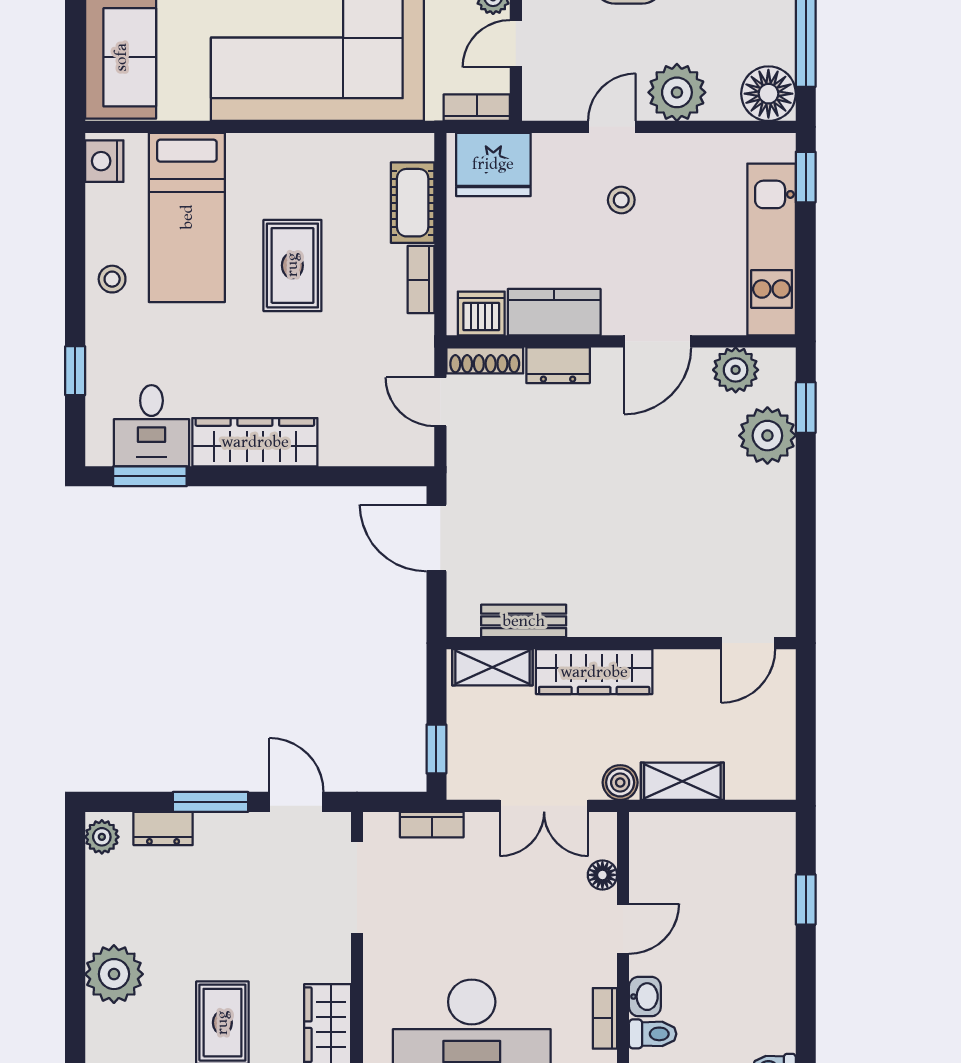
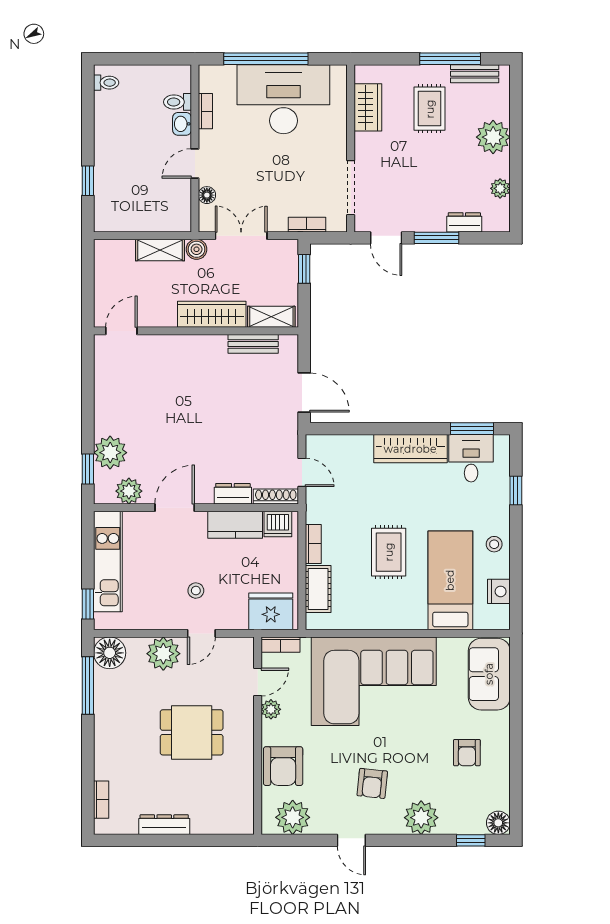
nightstand: (104, 161) -> (499, 591), moved
plant: (102, 837) -> (500, 188), moved

